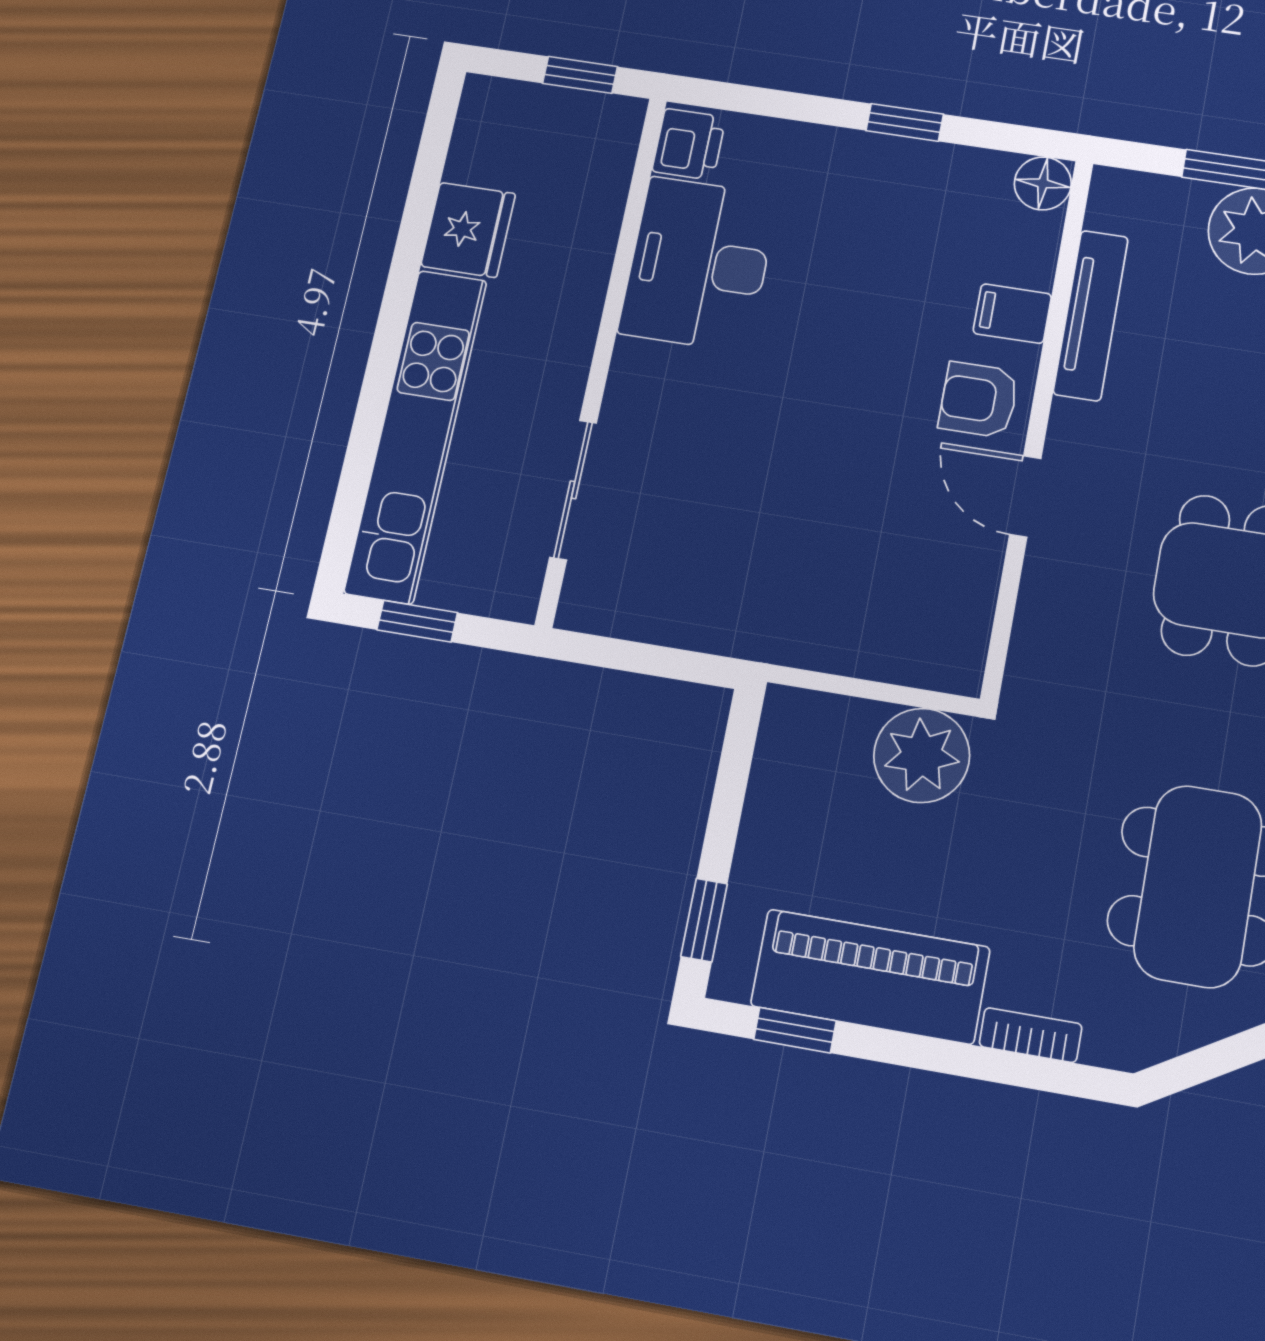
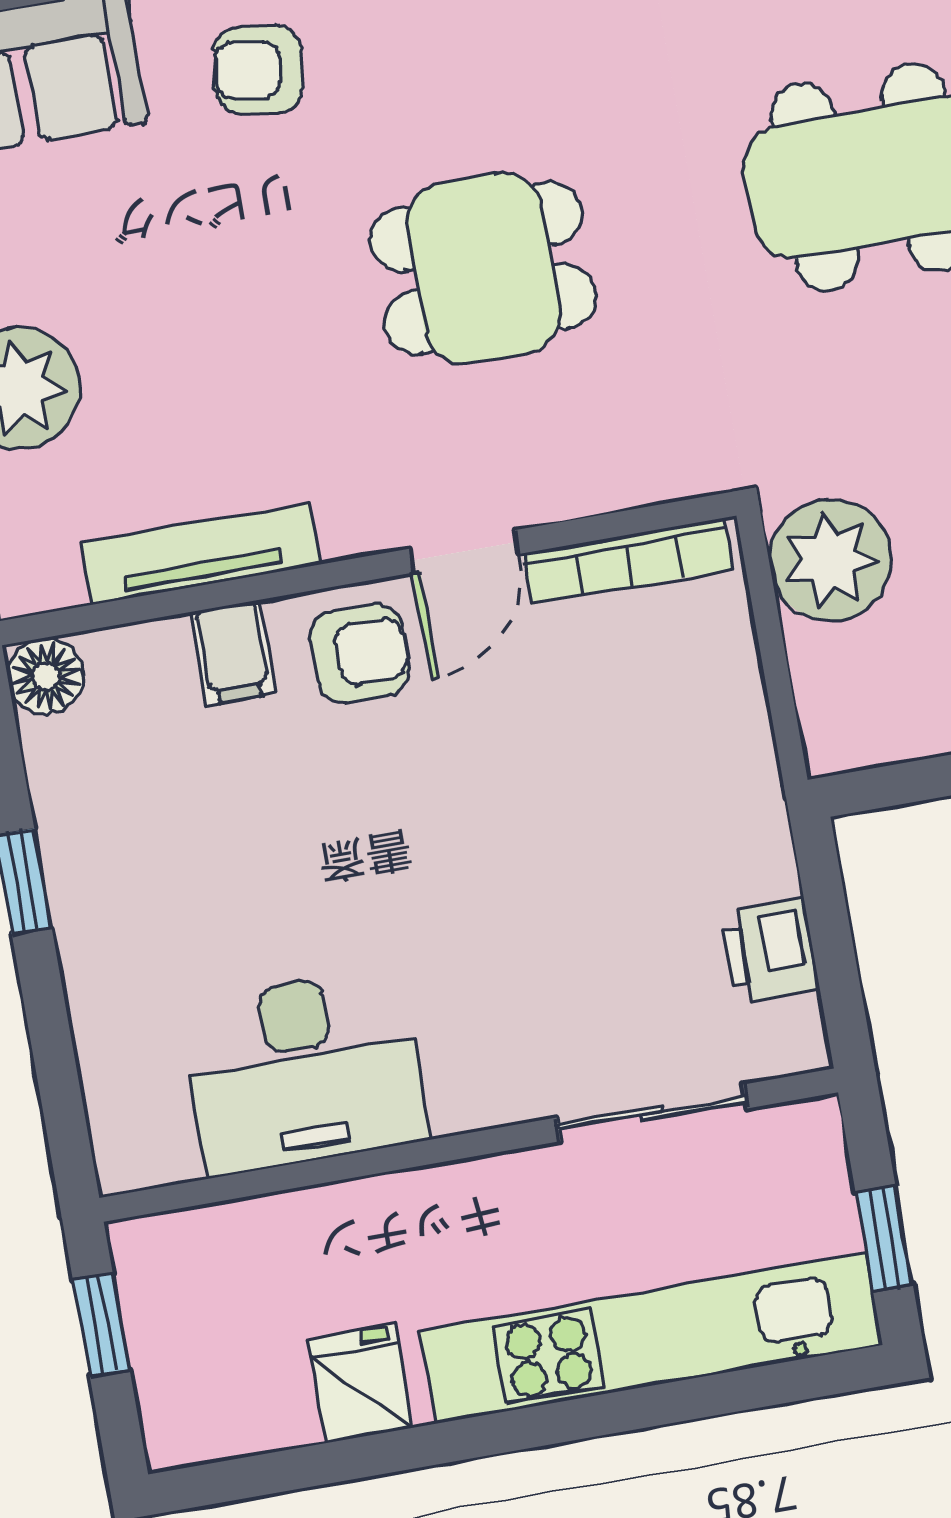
printer: (689, 144) -> (770, 951), moved, turned -90
fridge: (468, 230) -> (360, 1384), width x0.72
armchair: (979, 400) -> (360, 653), turned -90
bookcase: (975, 609) -> (628, 561), added

